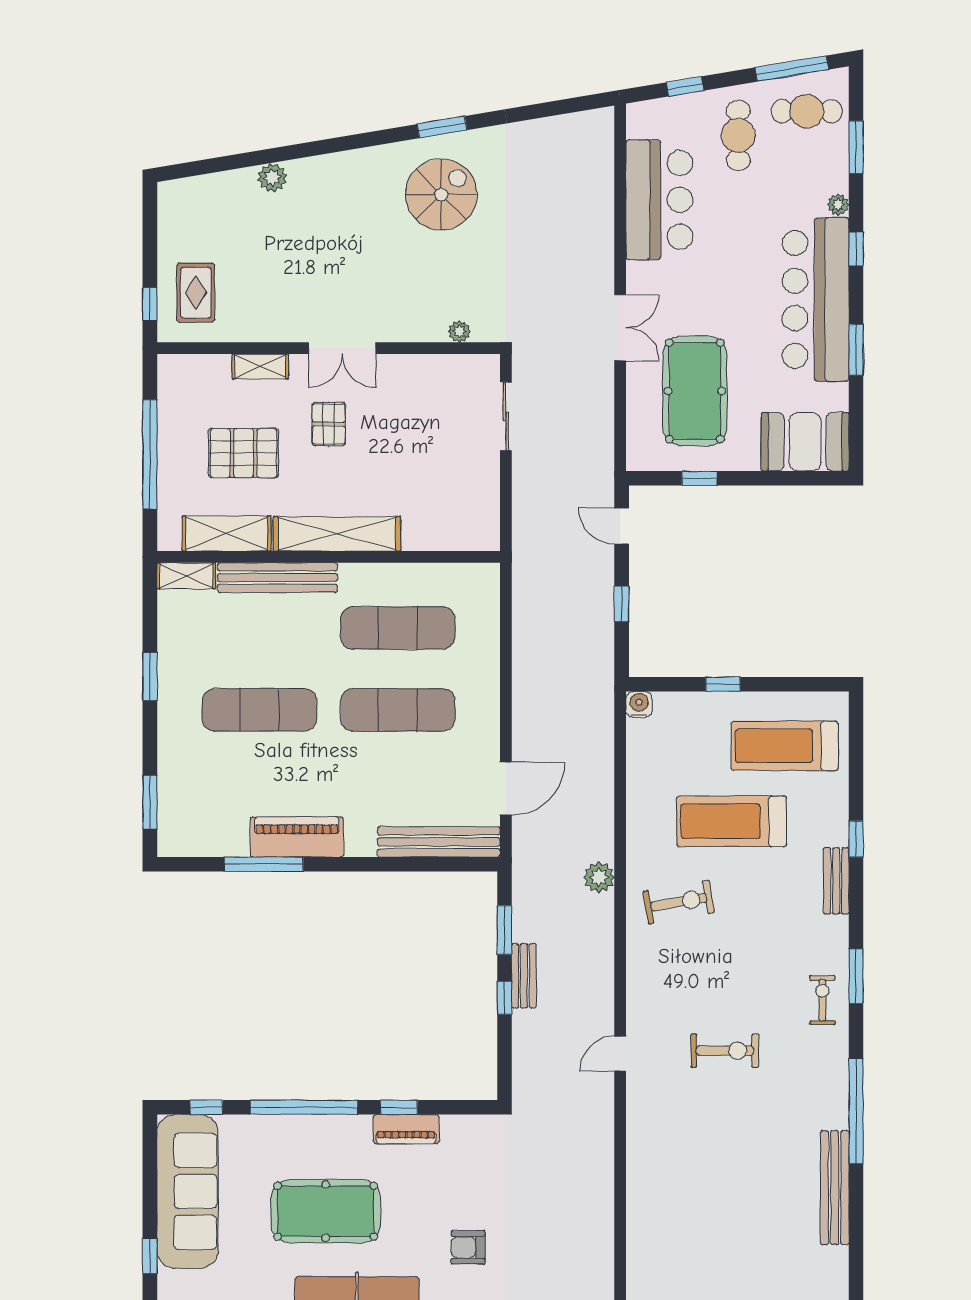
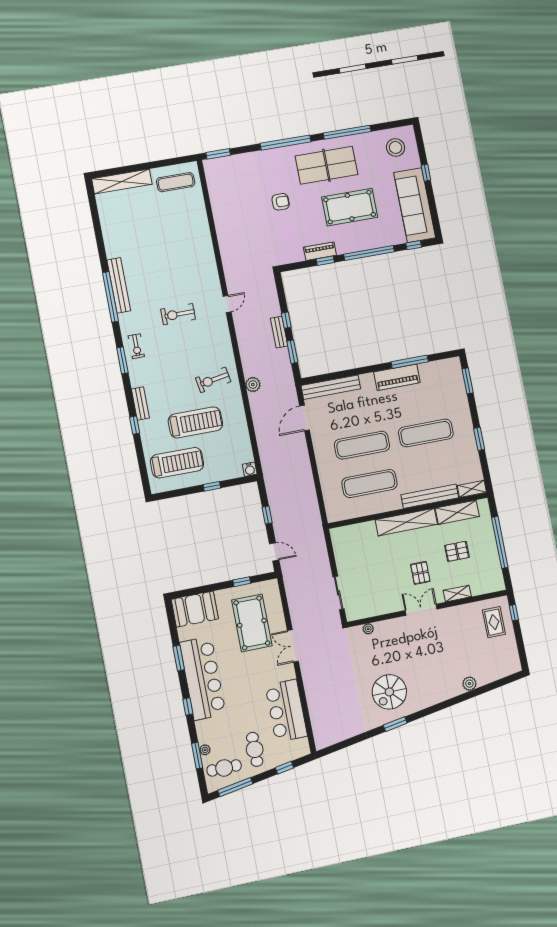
plant: (838, 205) -> (205, 750), moved
pallet: (244, 453) -> (457, 551), width x0.67, depth x0.71
bench: (835, 1188) -> (119, 285), moved

